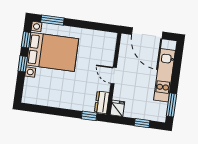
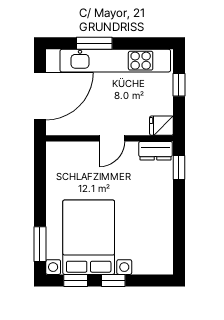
kitchen unit: (164, 75) -> (115, 61), width x1.36
window: (172, 105) -> (94, 43), moved

